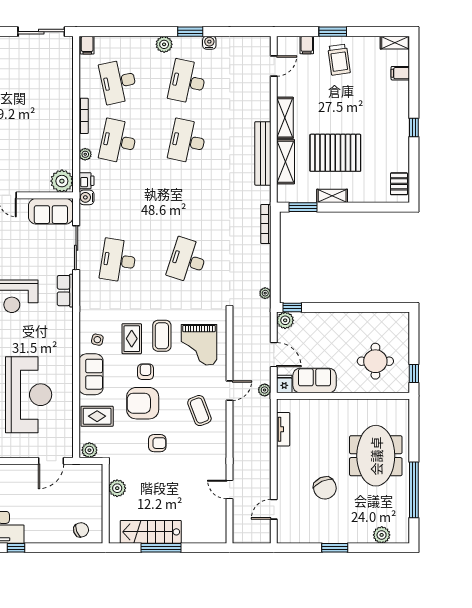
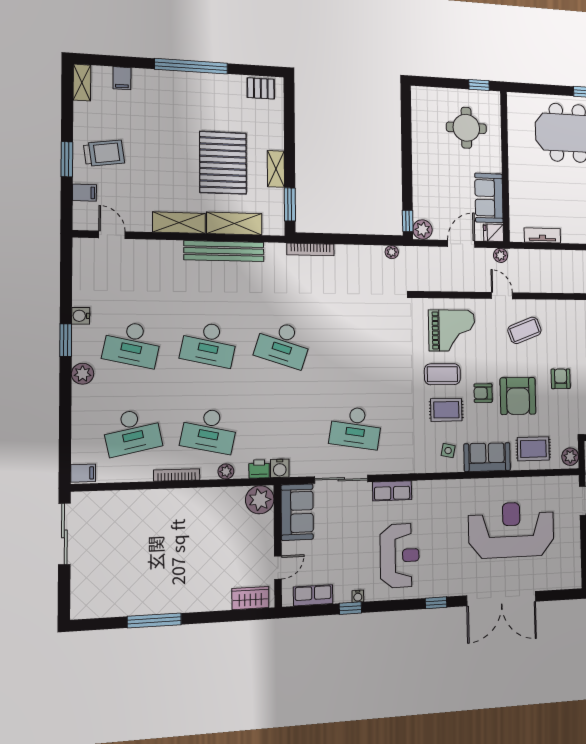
window: (414, 128) -> (191, 66), width x3.17
desk: (187, 260) -> (283, 344), moved
rug: (97, 416) -> (533, 449), turned 90

